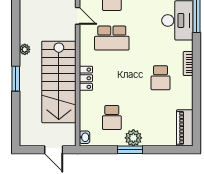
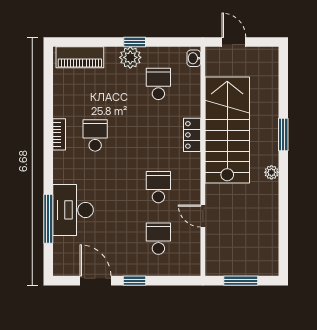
school desk: (112, 38) -> (158, 187), width x0.54
bookcase: (188, 64) -> (59, 134), moved
piano: (185, 128) -> (80, 57), moved, turned 90
window: (130, 150) -> (135, 42), width x0.67

